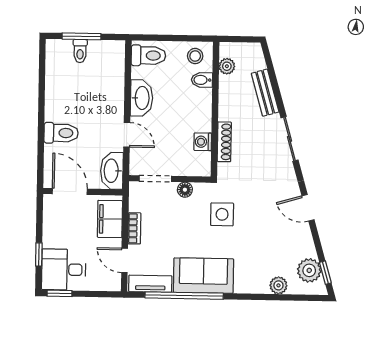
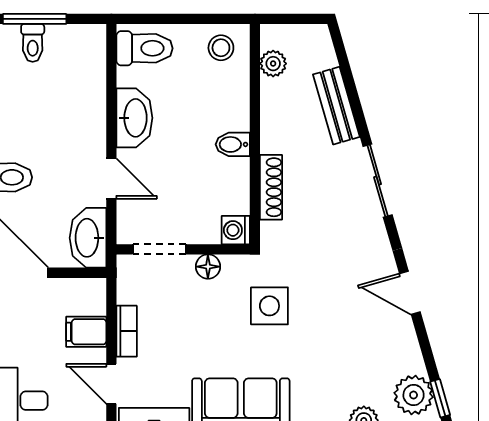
bidet: (202, 80) -> (233, 144), moved
washing machine: (203, 142) -> (236, 230), moved
filing cabinet: (110, 219) -> (86, 332), width x0.50

